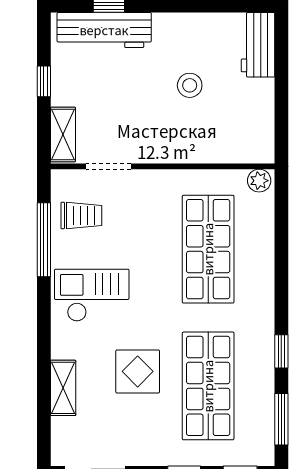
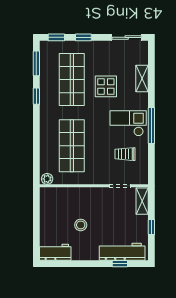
workbench: (258, 45) -> (55, 252), moved, turned -90
trolley: (81, 215) -> (125, 154), moved
window: (44, 240) -> (151, 125), moved
checkout: (92, 295) -> (128, 123), turned 180

